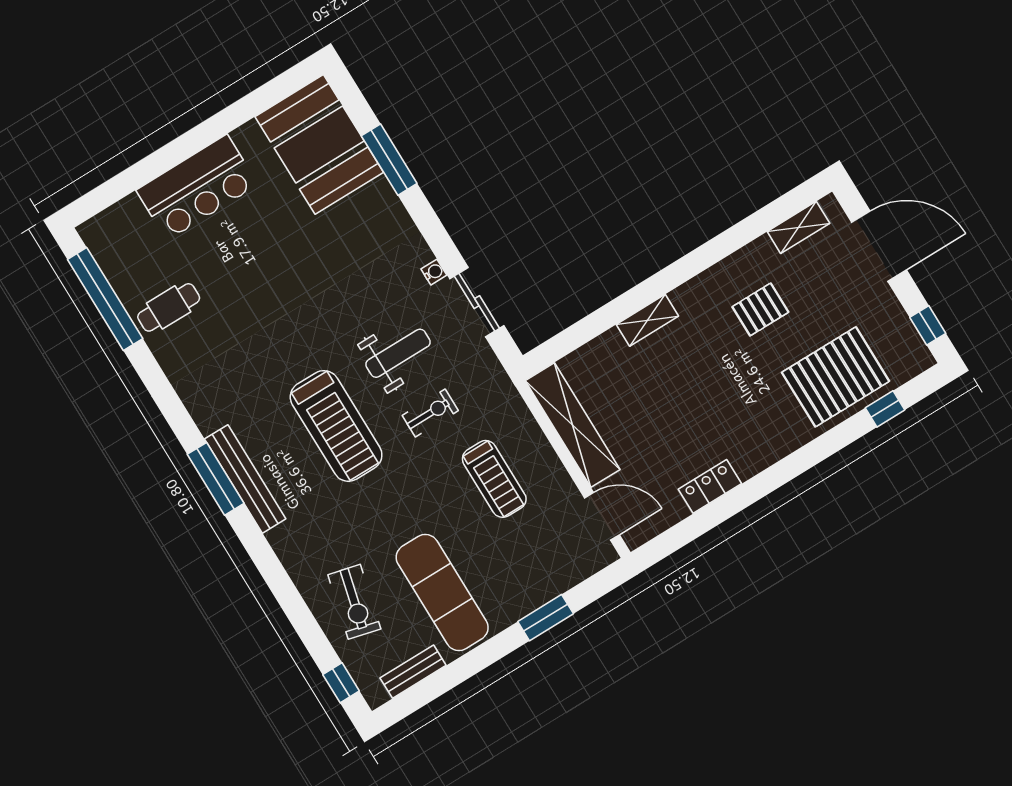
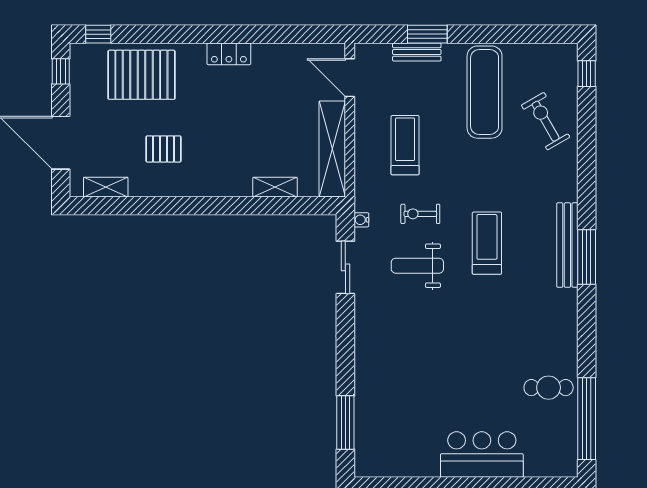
booth: (319, 144) -> (385, 433), removed
window: (389, 160) -> (345, 422), moved
water cooler: (434, 272) -> (361, 220), moved
shelving: (647, 320) -> (275, 187), moved
window: (885, 409) -> (98, 34), moved
treadmill: (336, 426) -> (487, 243), width x0.73, depth x0.73
locker: (710, 486) -> (229, 54), moved
exercise bike: (354, 602) -> (546, 121), turned -44
bench: (413, 672) -> (417, 52), moved

